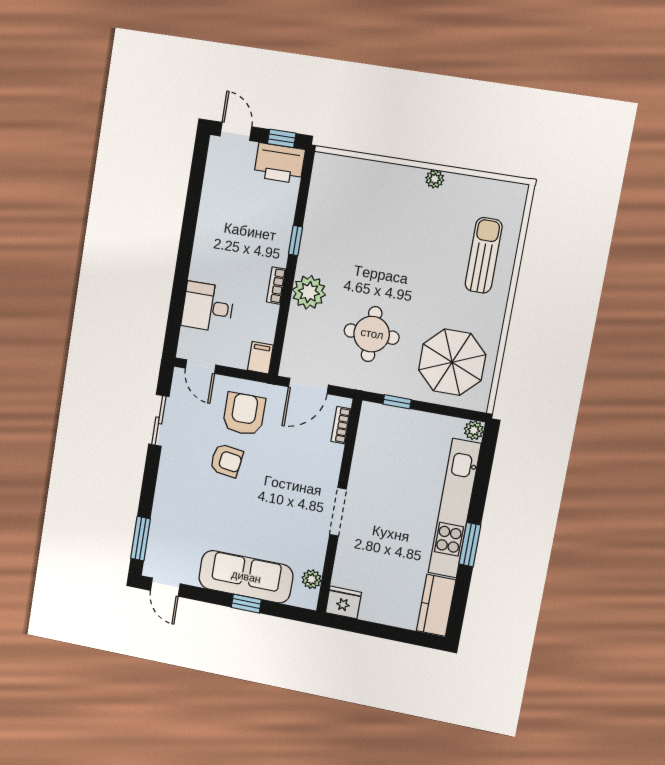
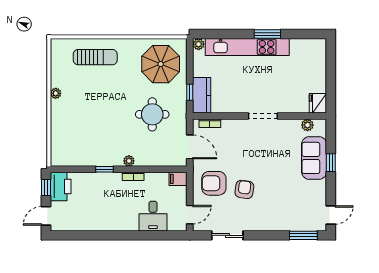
sun lounger: (484, 255) -> (95, 57), turned 180
plant: (309, 292) -> (129, 161), width x0.53, depth x0.53
sofa: (246, 577) -> (314, 158), width x0.73
kitchen counter: (436, 605) -> (202, 95), moved, turned -90

